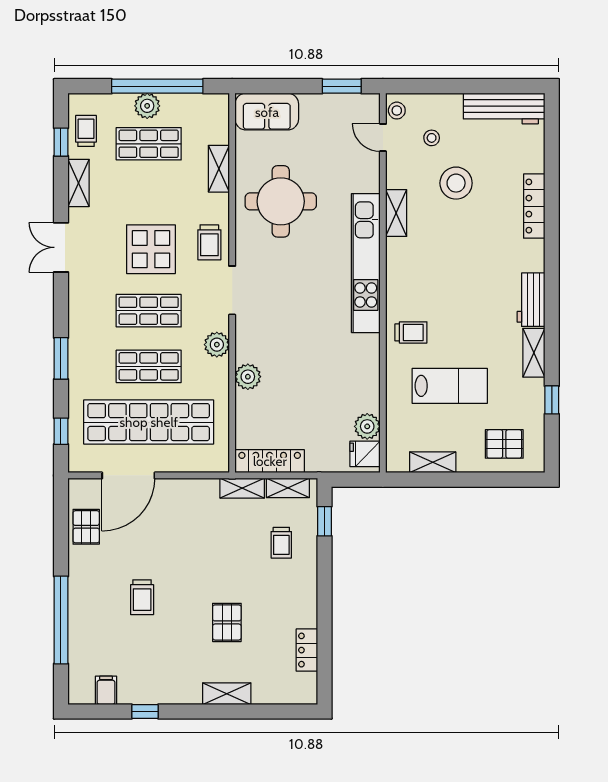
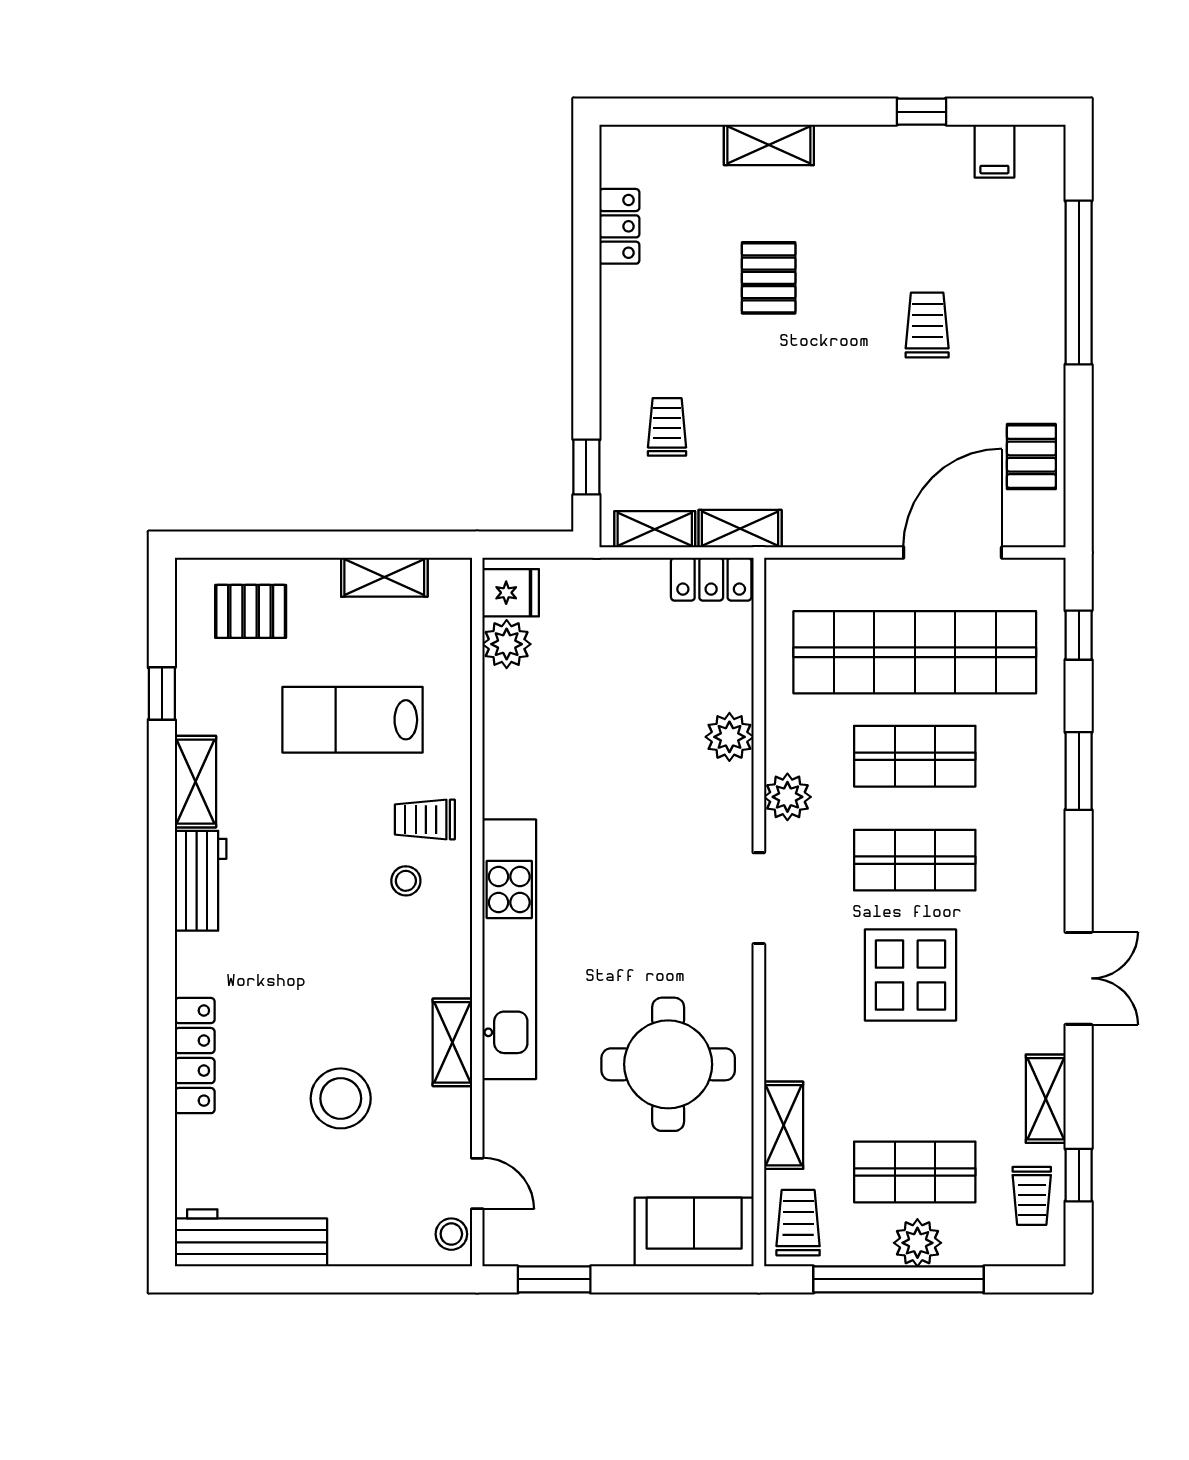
stool: (432, 138) -> (406, 881), moved
trolley: (209, 242) -> (798, 1223), moved
locker: (270, 461) -> (711, 579), width x0.66

